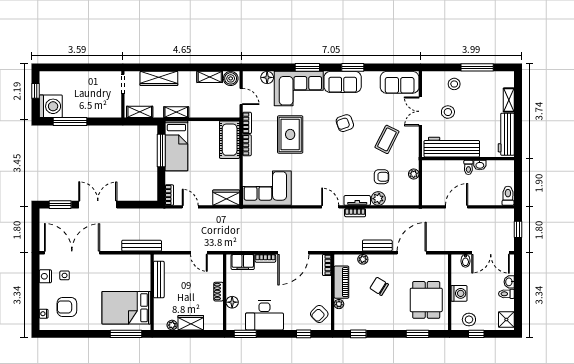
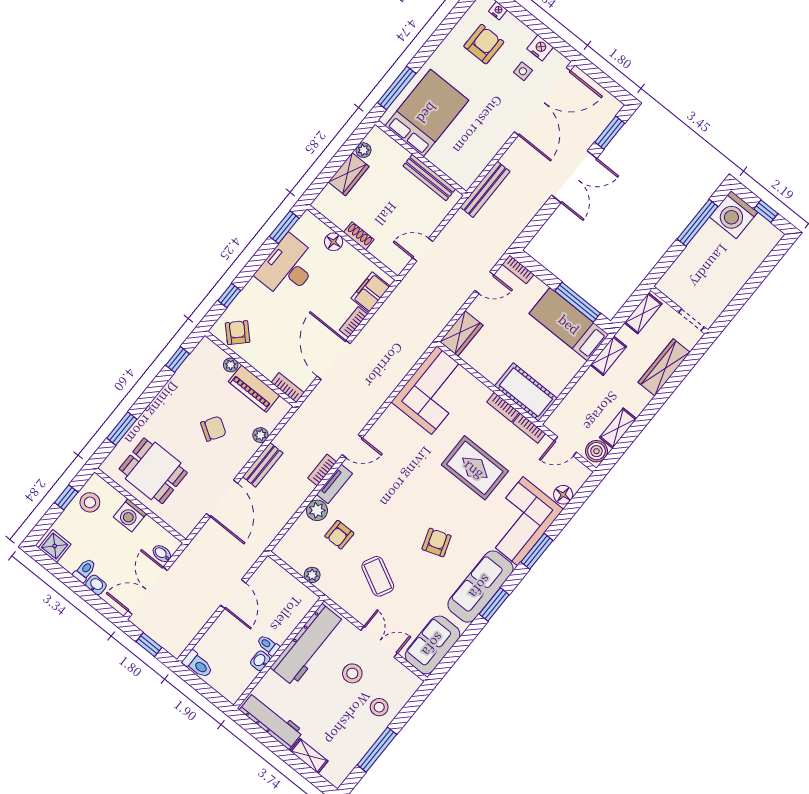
sofa: (343, 82) -> (480, 587), width x1.36

